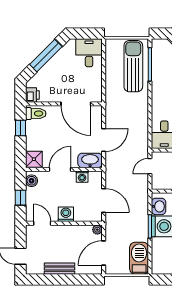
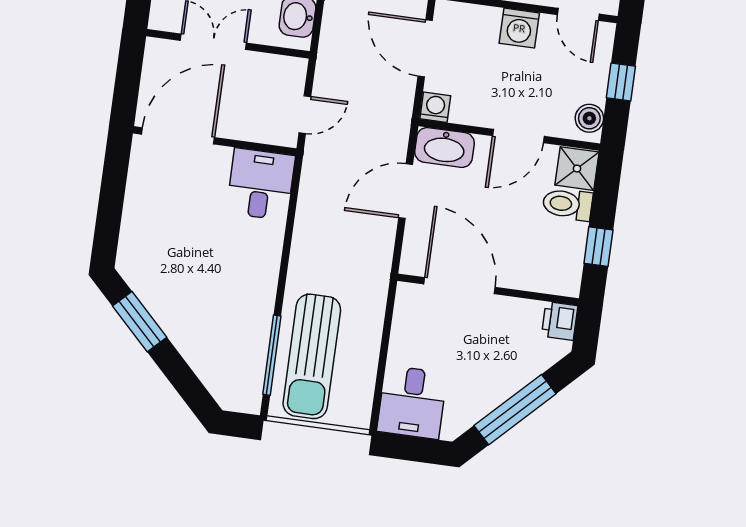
toilet: (36, 114) -> (567, 204), moved
washing machine: (82, 177) -> (435, 107), moved

